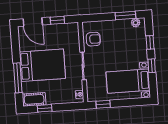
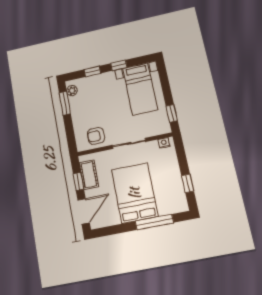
armchair: (93, 39) -> (96, 136), turned -90
cot: (34, 99) -> (89, 175), moved

